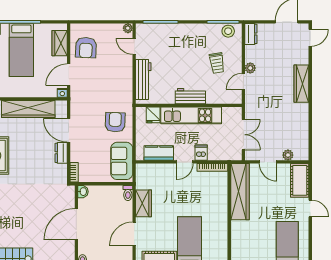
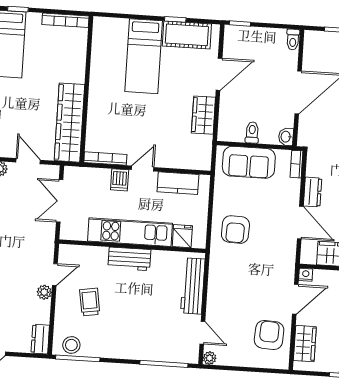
sofa: (122, 161) -> (249, 162), moved, turned 90
toilet: (128, 193) -> (252, 133), moved

